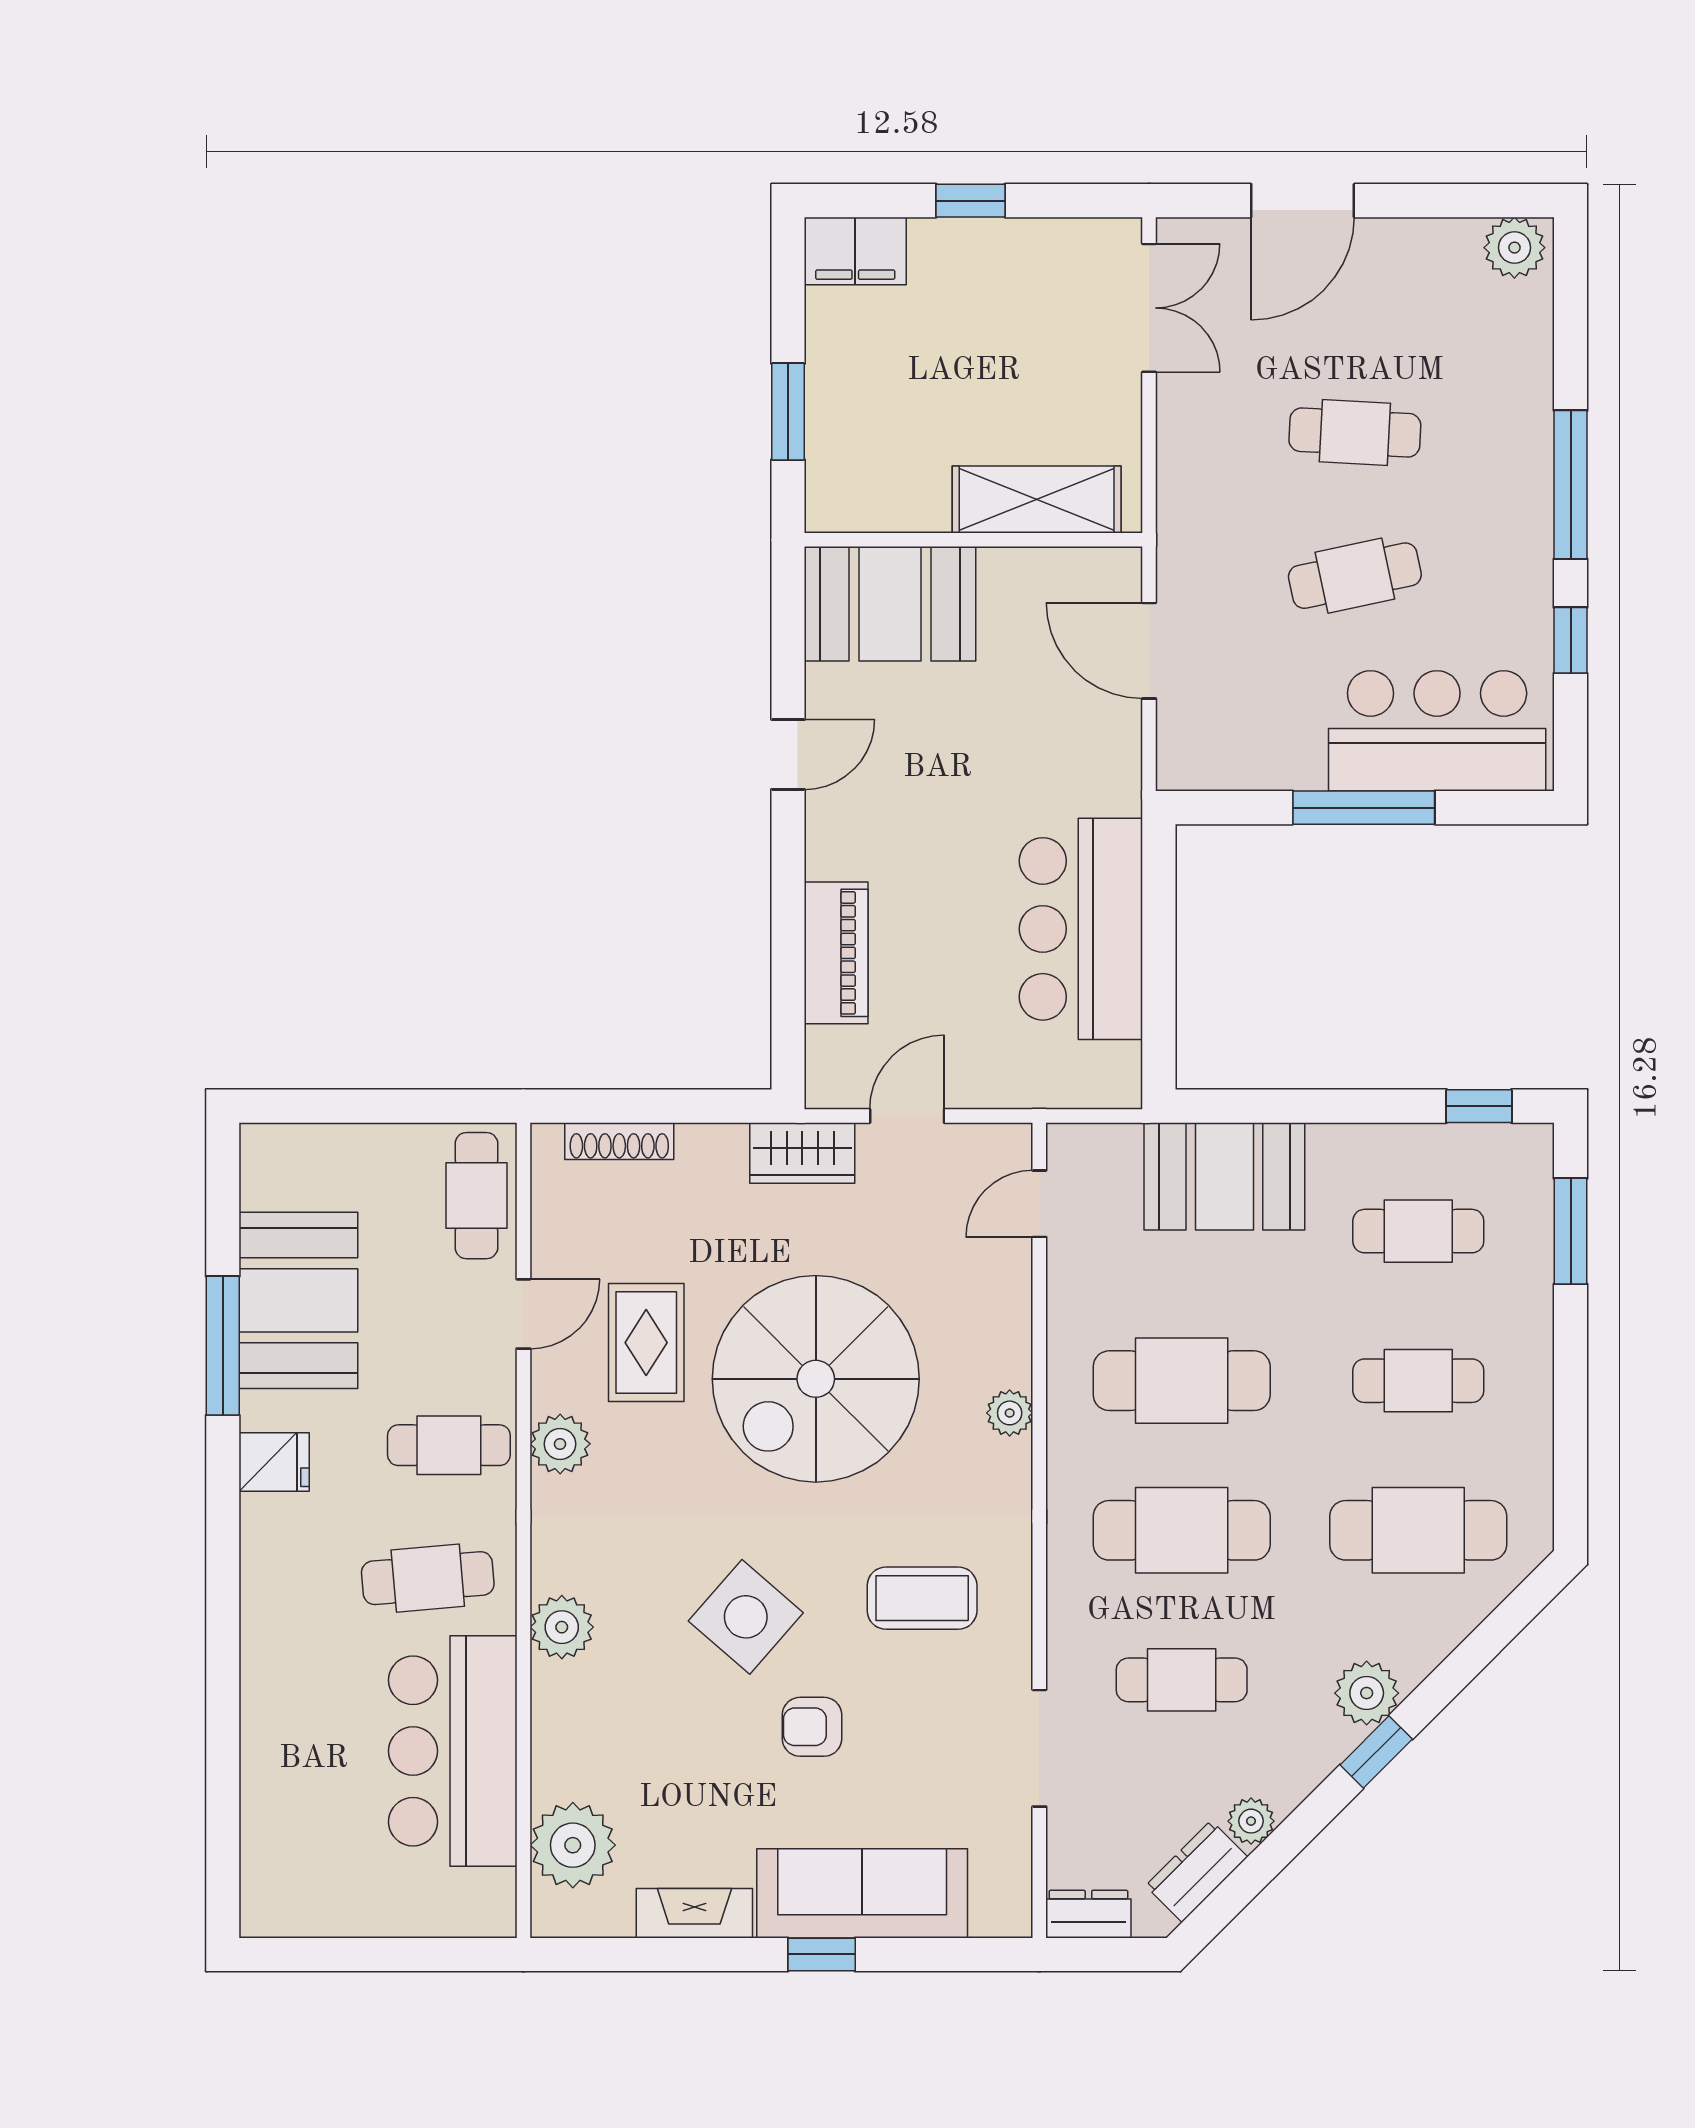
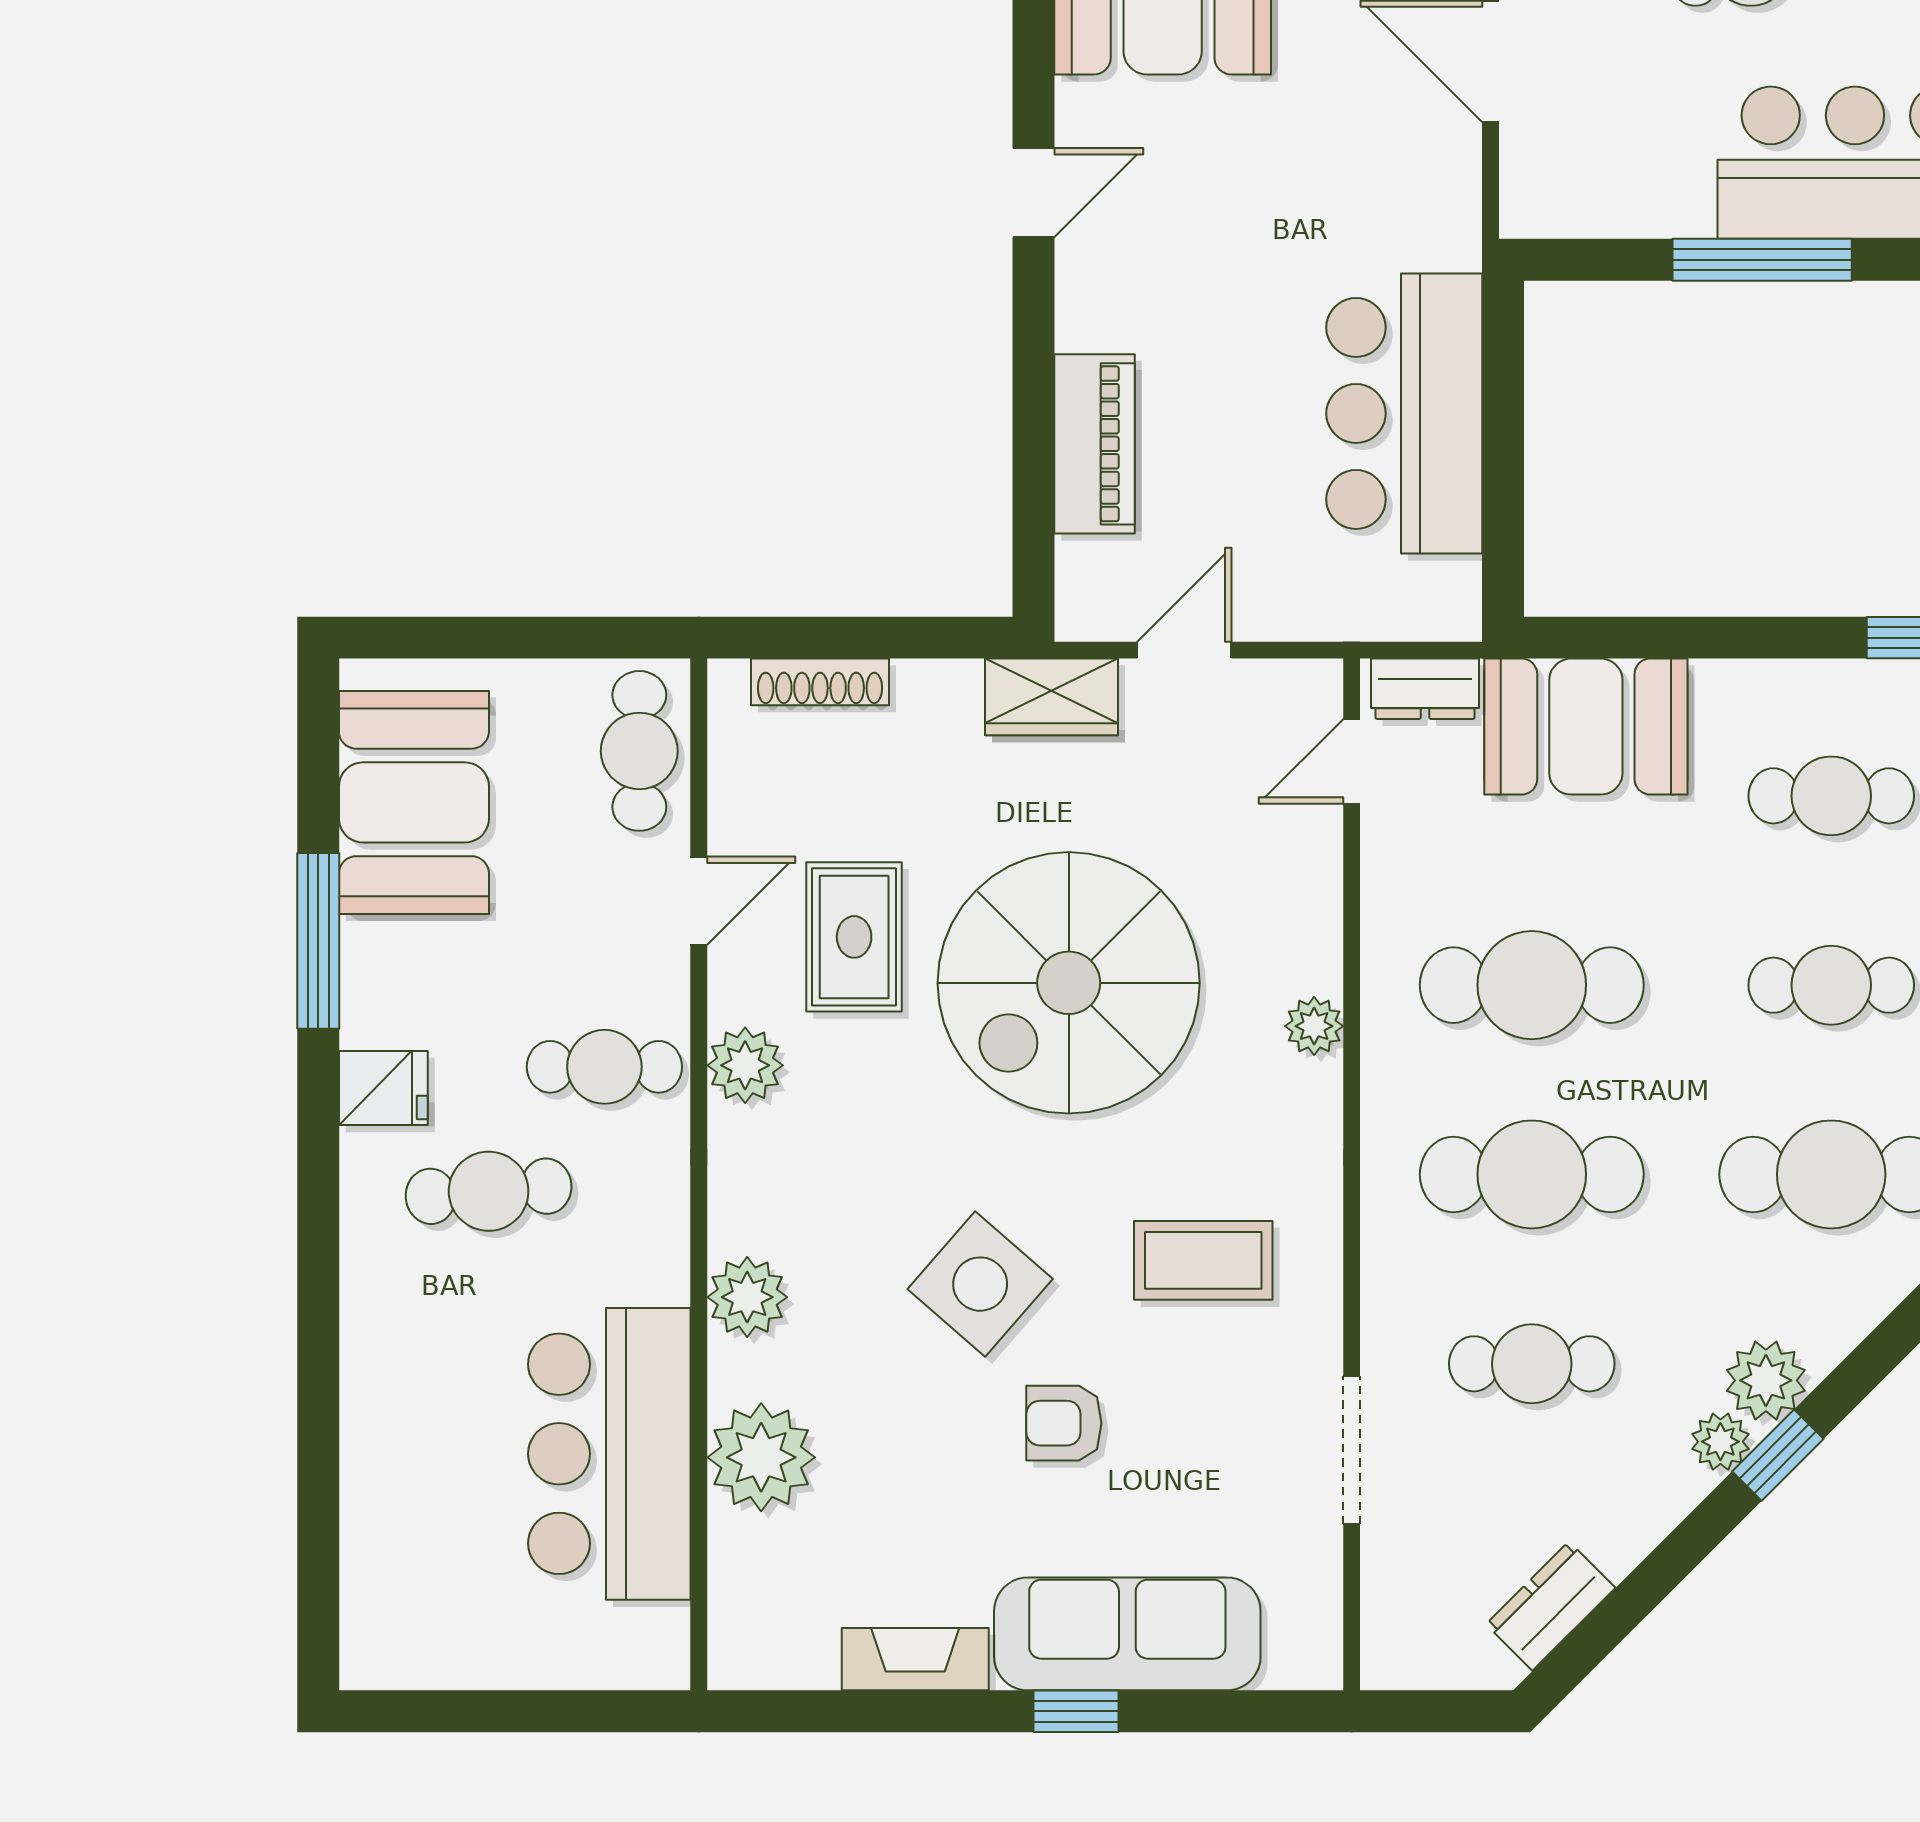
booth: (298, 1300) -> (414, 802), moved
cafe table: (428, 1578) -> (489, 1191), moved
plant: (1251, 1821) -> (1720, 1442), moved
plant: (573, 1845) -> (761, 1457), moved
dresser: (1088, 1914) -> (1425, 689), moved, turned 180

